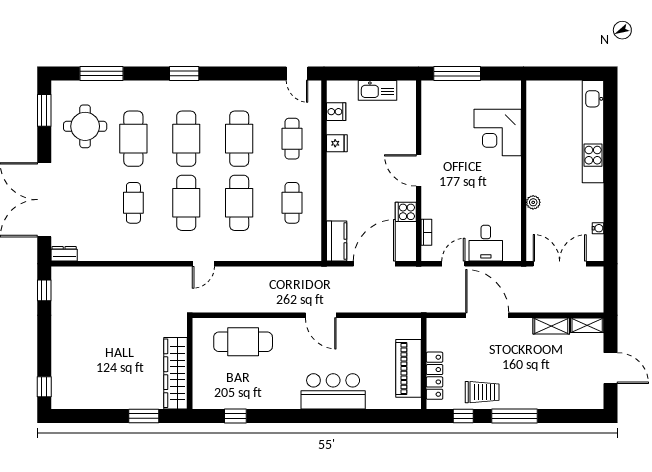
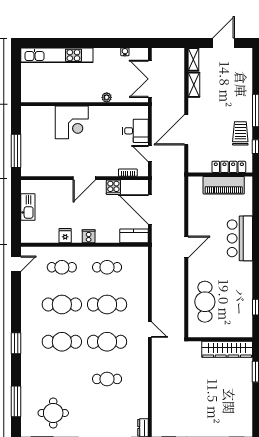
cooker: (336, 112) -> (89, 236), moved
corner desk: (498, 132) -> (72, 122), moved
cafe table: (133, 139) -> (62, 379), removed

